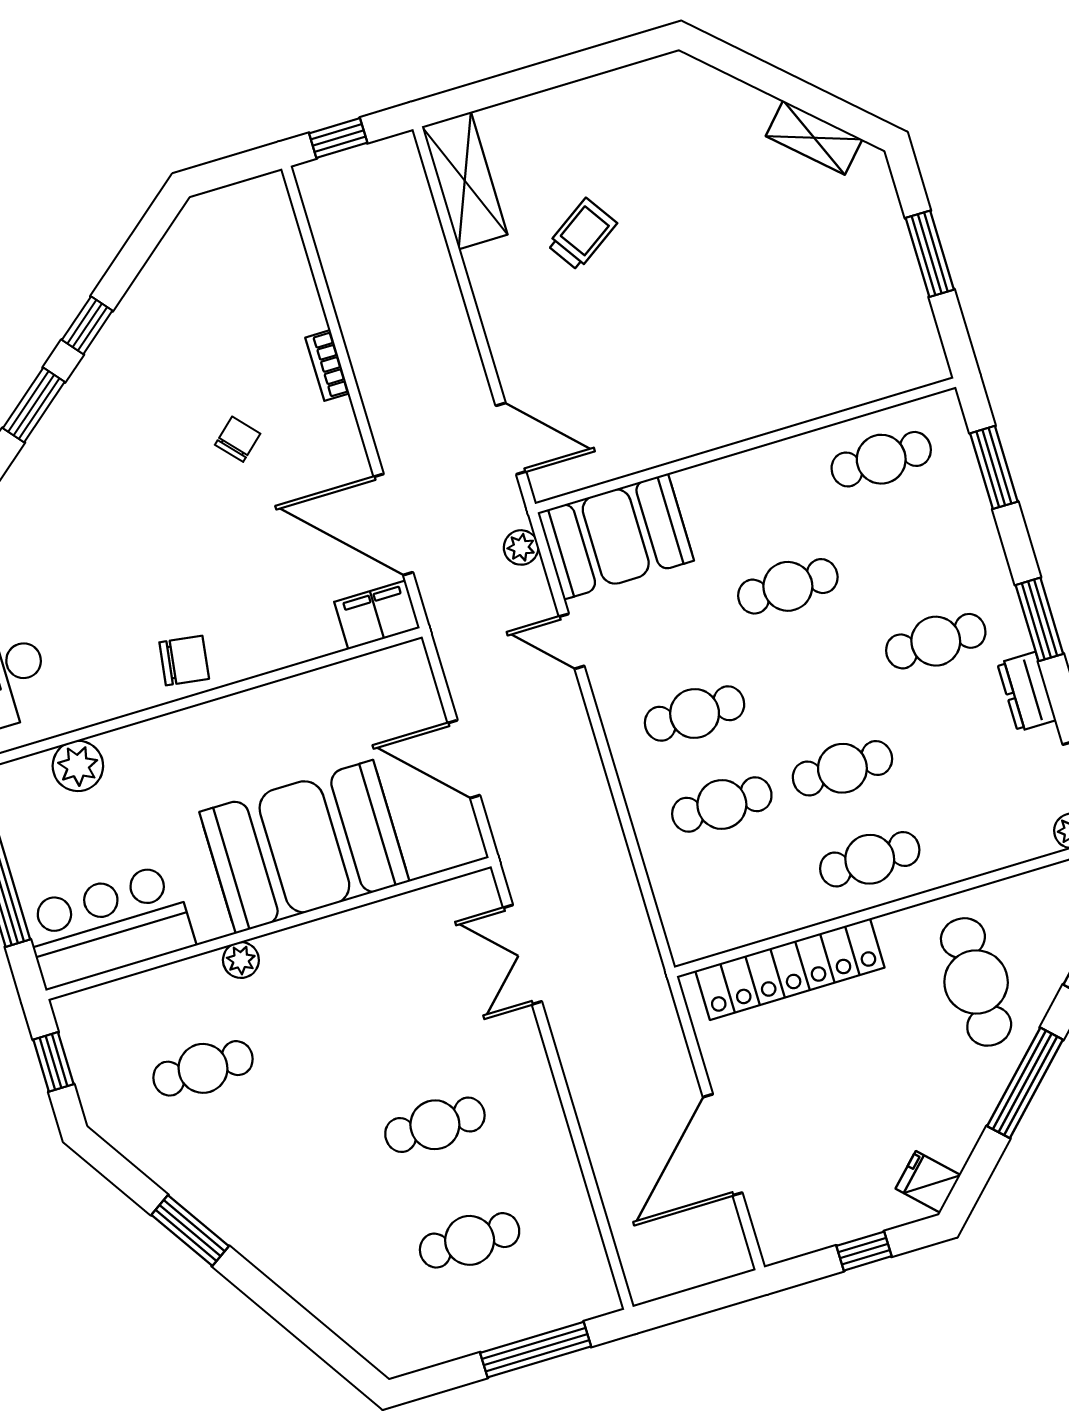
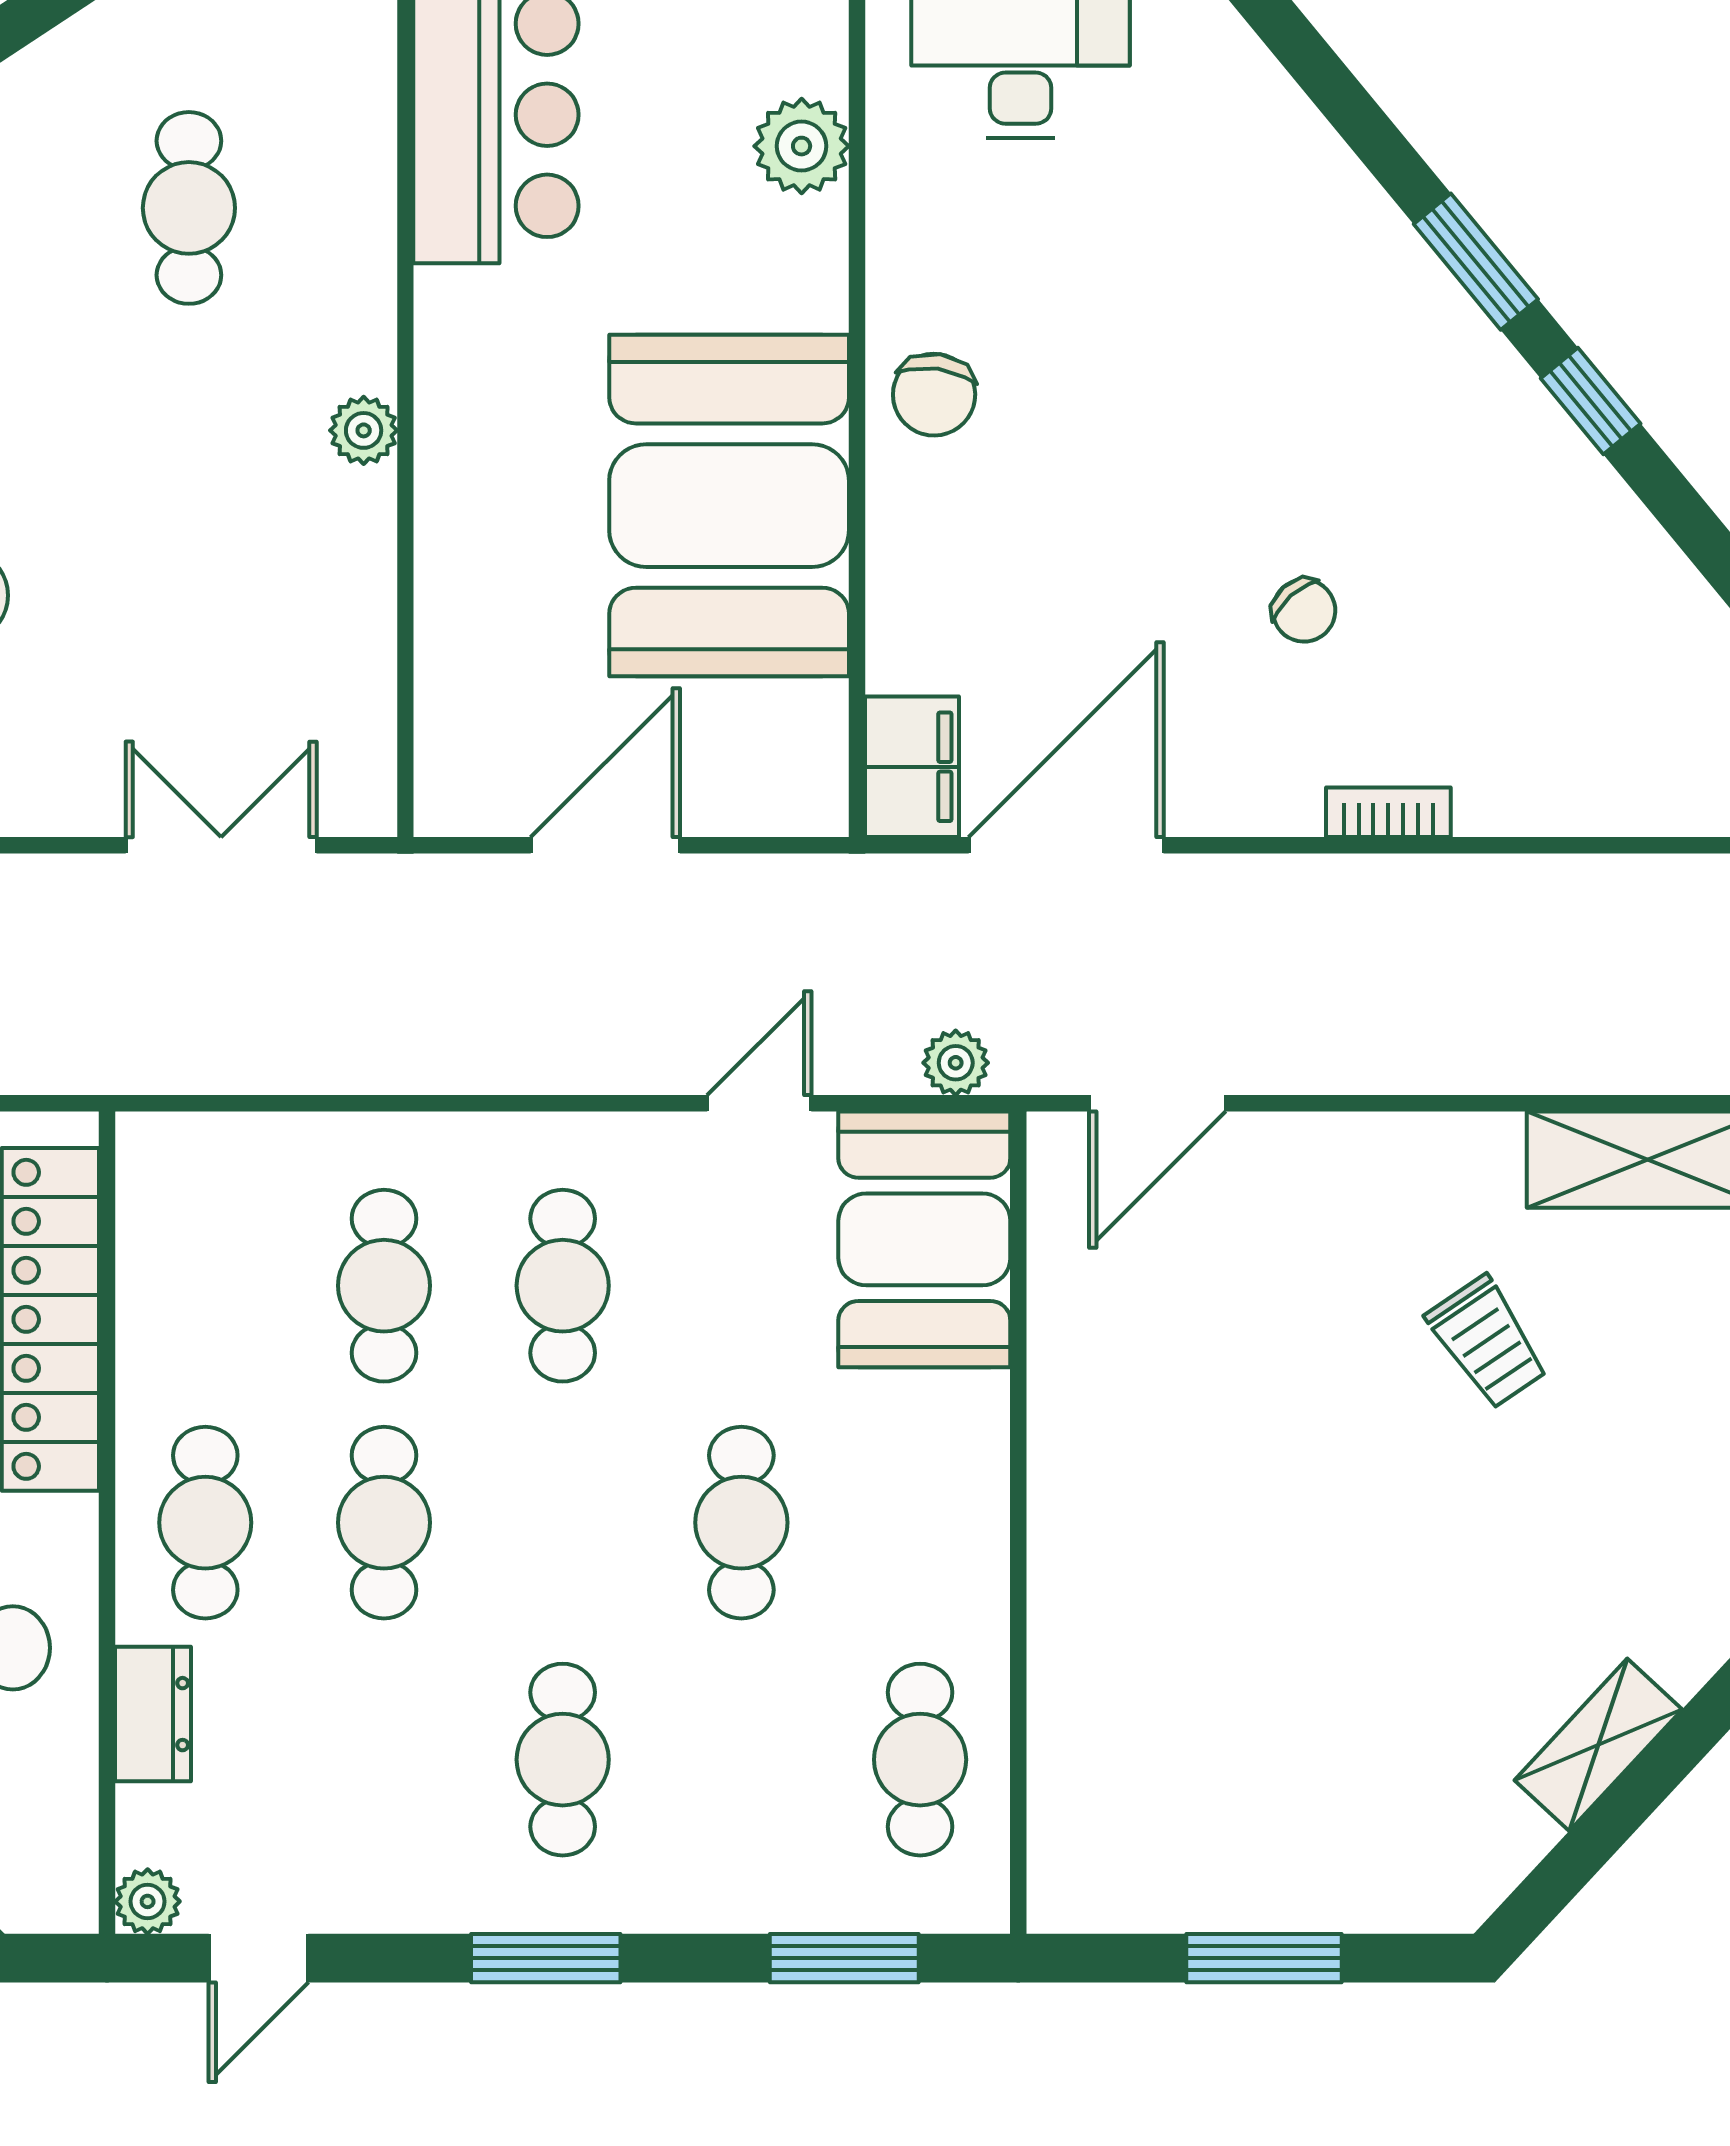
shelving: (814, 138) -> (1598, 1745), moved
dresser: (1027, 692) -> (153, 1714), moved, turned 90
booth: (304, 847) -> (729, 506), moved
plant: (241, 960) -> (364, 430), moved

